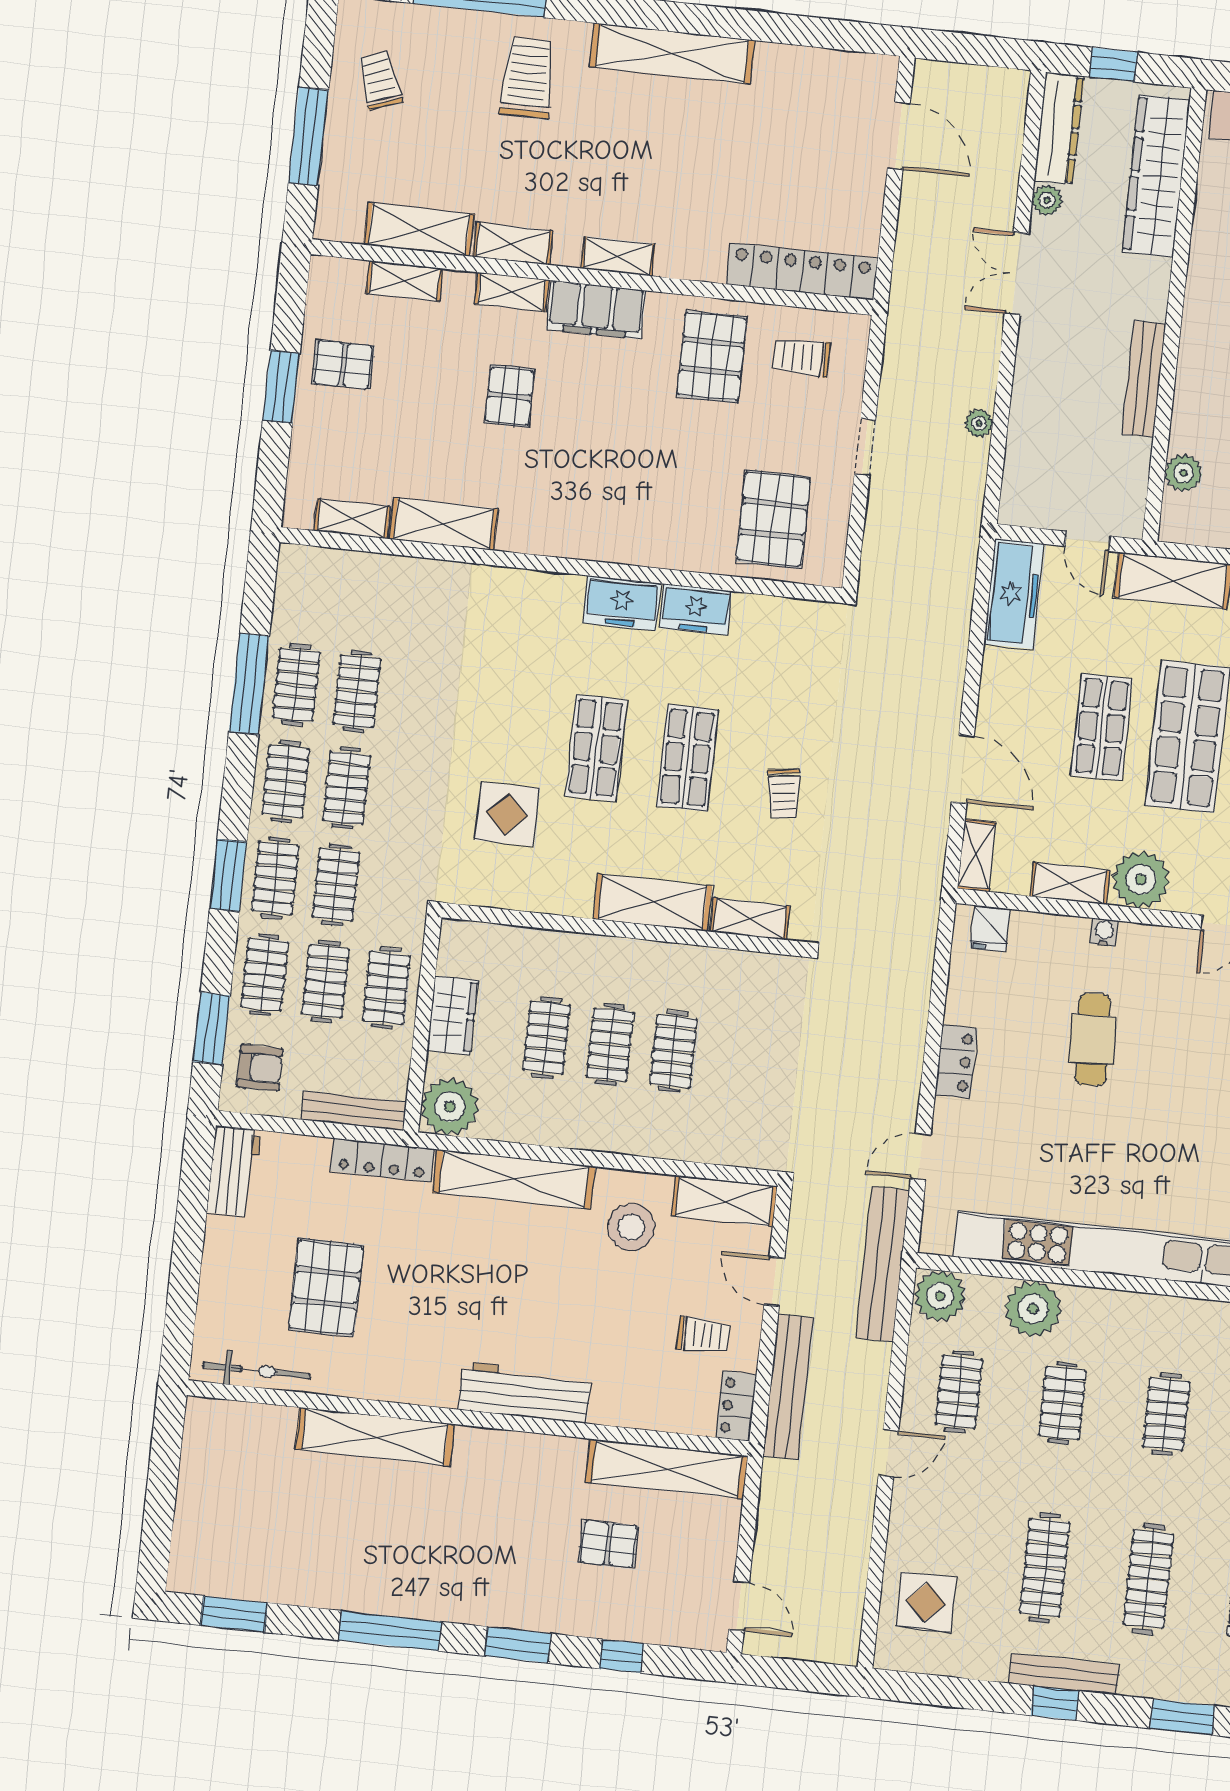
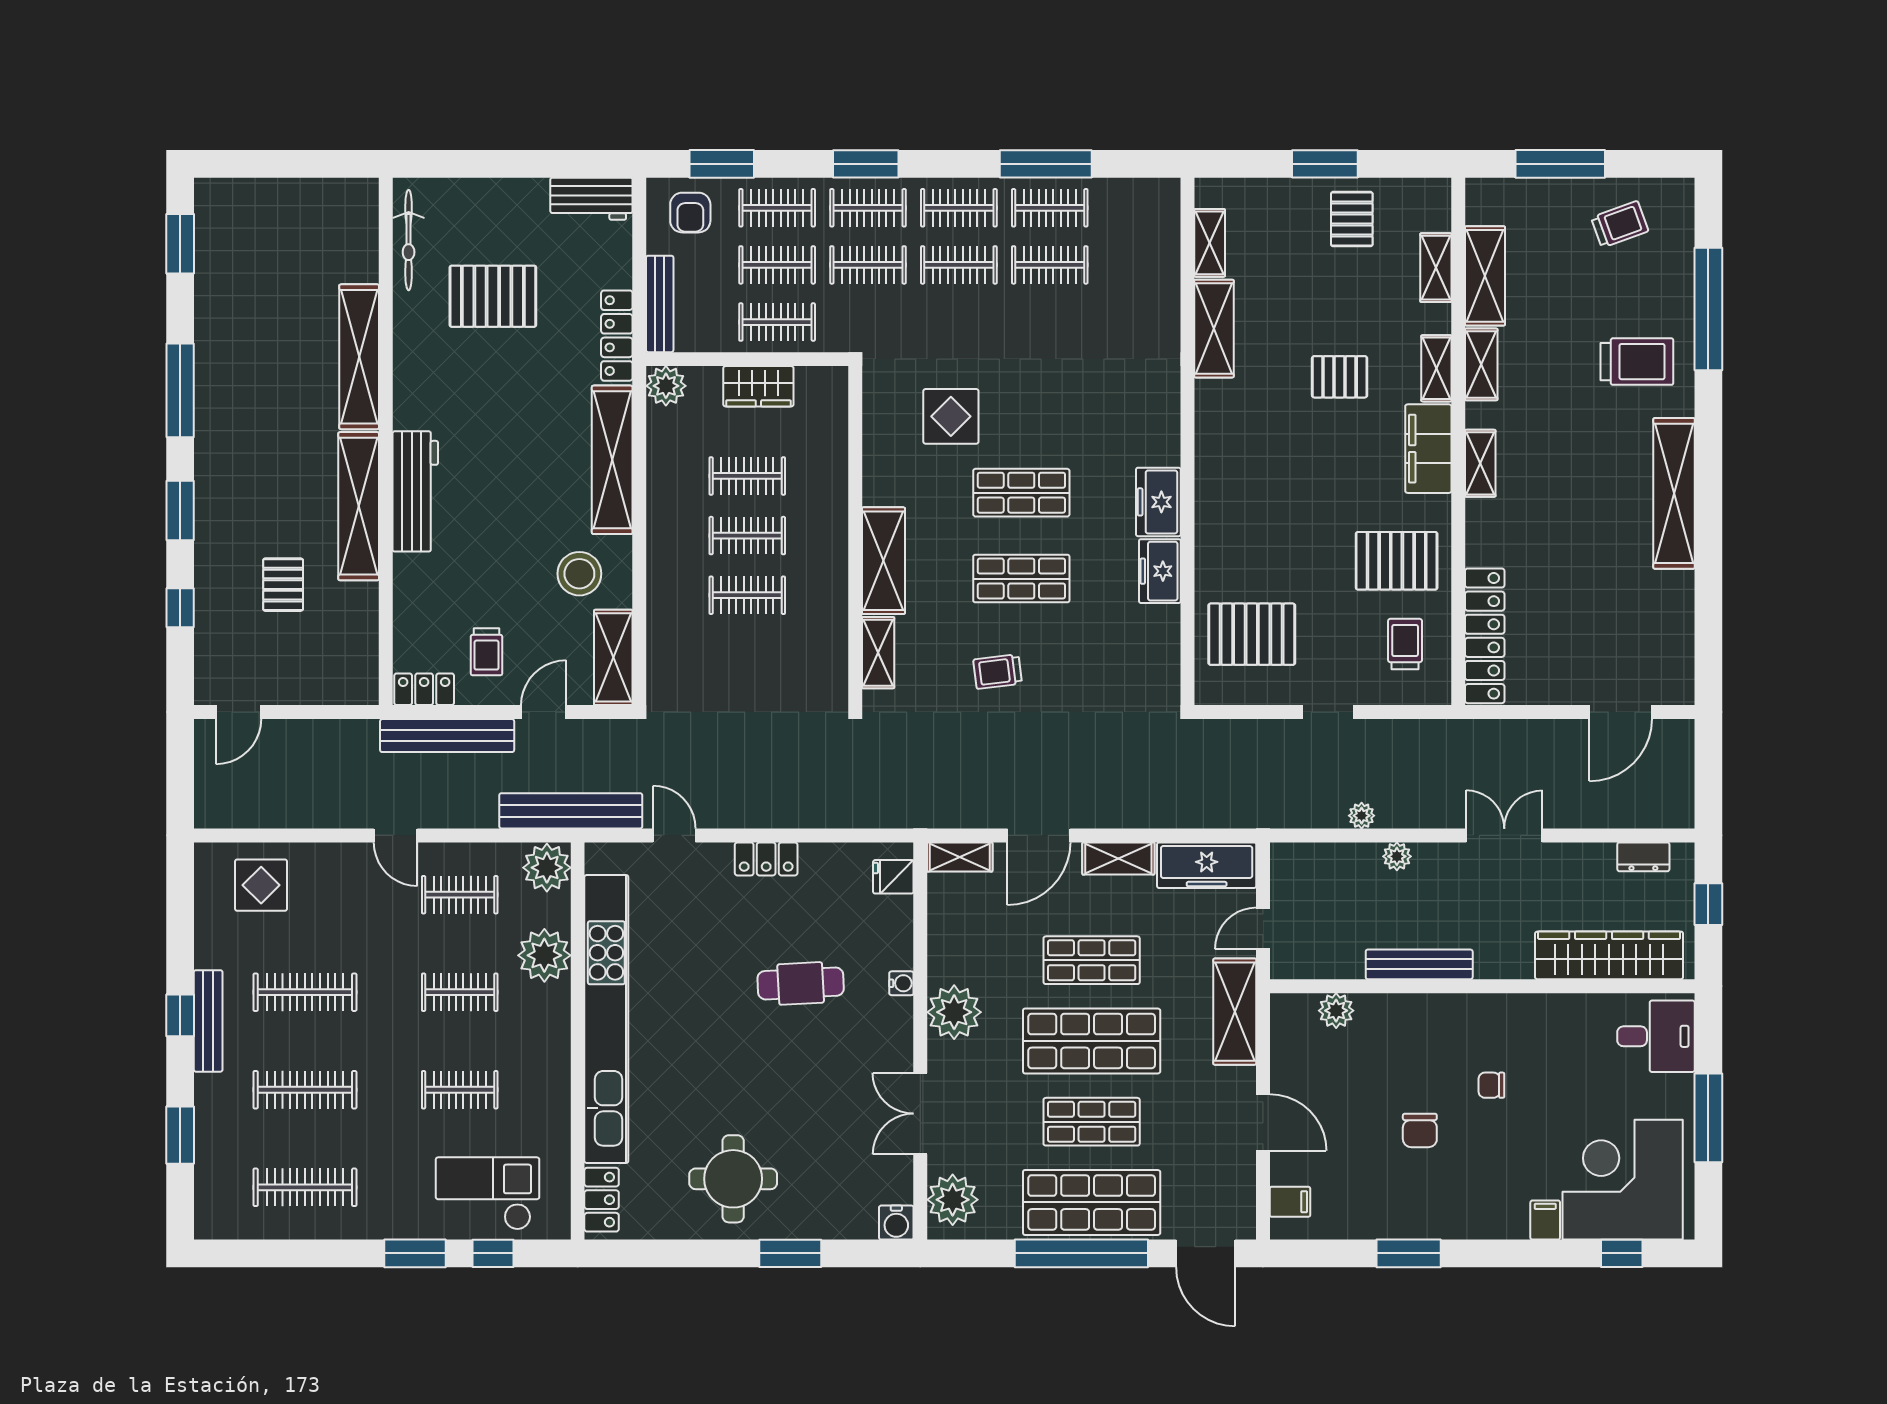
dresser: (1059, 129) -> (1643, 857), width x0.51, depth x0.80
plant: (1047, 200) -> (1397, 856), moved
shelving: (1070, 883) -> (1118, 858), moved, turned 90
plant: (450, 1107) -> (666, 386), width x0.73, depth x0.73
shelving: (667, 1469) -> (359, 506), moved

